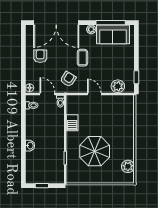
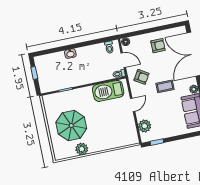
door: (47, 94) -> (123, 60), hinge flipped
barbecue: (72, 123) -> (108, 91), width x1.88, depth x1.53
parasol: (95, 151) -> (71, 125), moved
plant: (128, 166) -> (82, 149), moved

